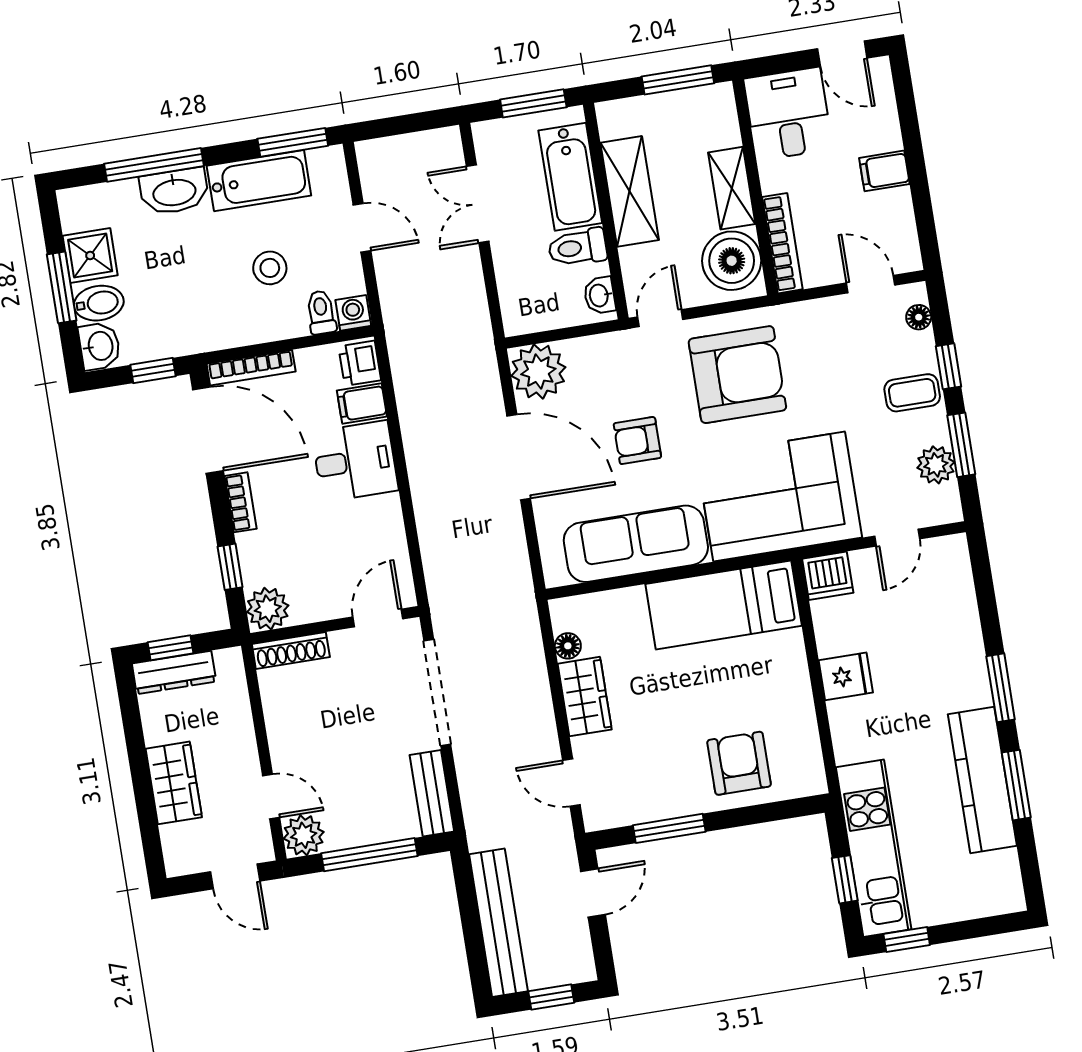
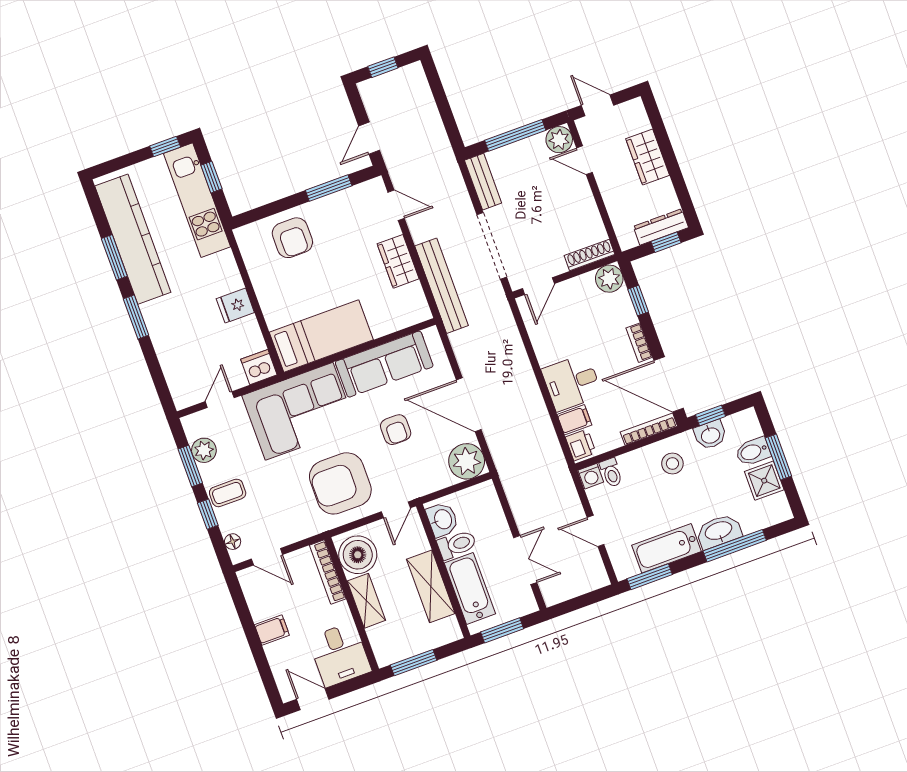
stool: (270, 268) -> (672, 464), moved
washbasin: (600, 295) -> (442, 520), width x1.38, depth x1.45
washbasin: (100, 346) -> (710, 435), moved, turned -90
armchair: (637, 441) -> (396, 430), turned 90
floor lamp: (568, 646) -> (415, 291), removed
kitchen counter: (982, 780) -> (133, 239), width x1.39, depth x1.17
bench: (498, 923) -> (442, 286), moved

